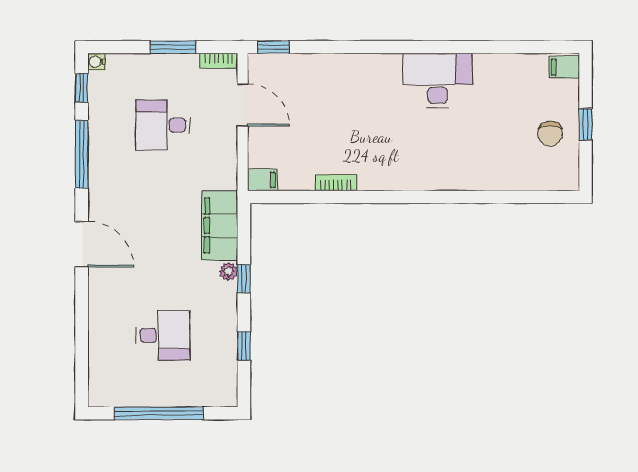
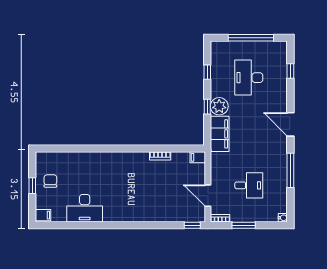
desk: (437, 80) -> (85, 208), moved
window: (82, 88) -> (290, 71), moved
plant: (229, 271) -> (219, 106), width x1.87, depth x1.87
desk: (163, 335) -> (249, 78), width x1.37

